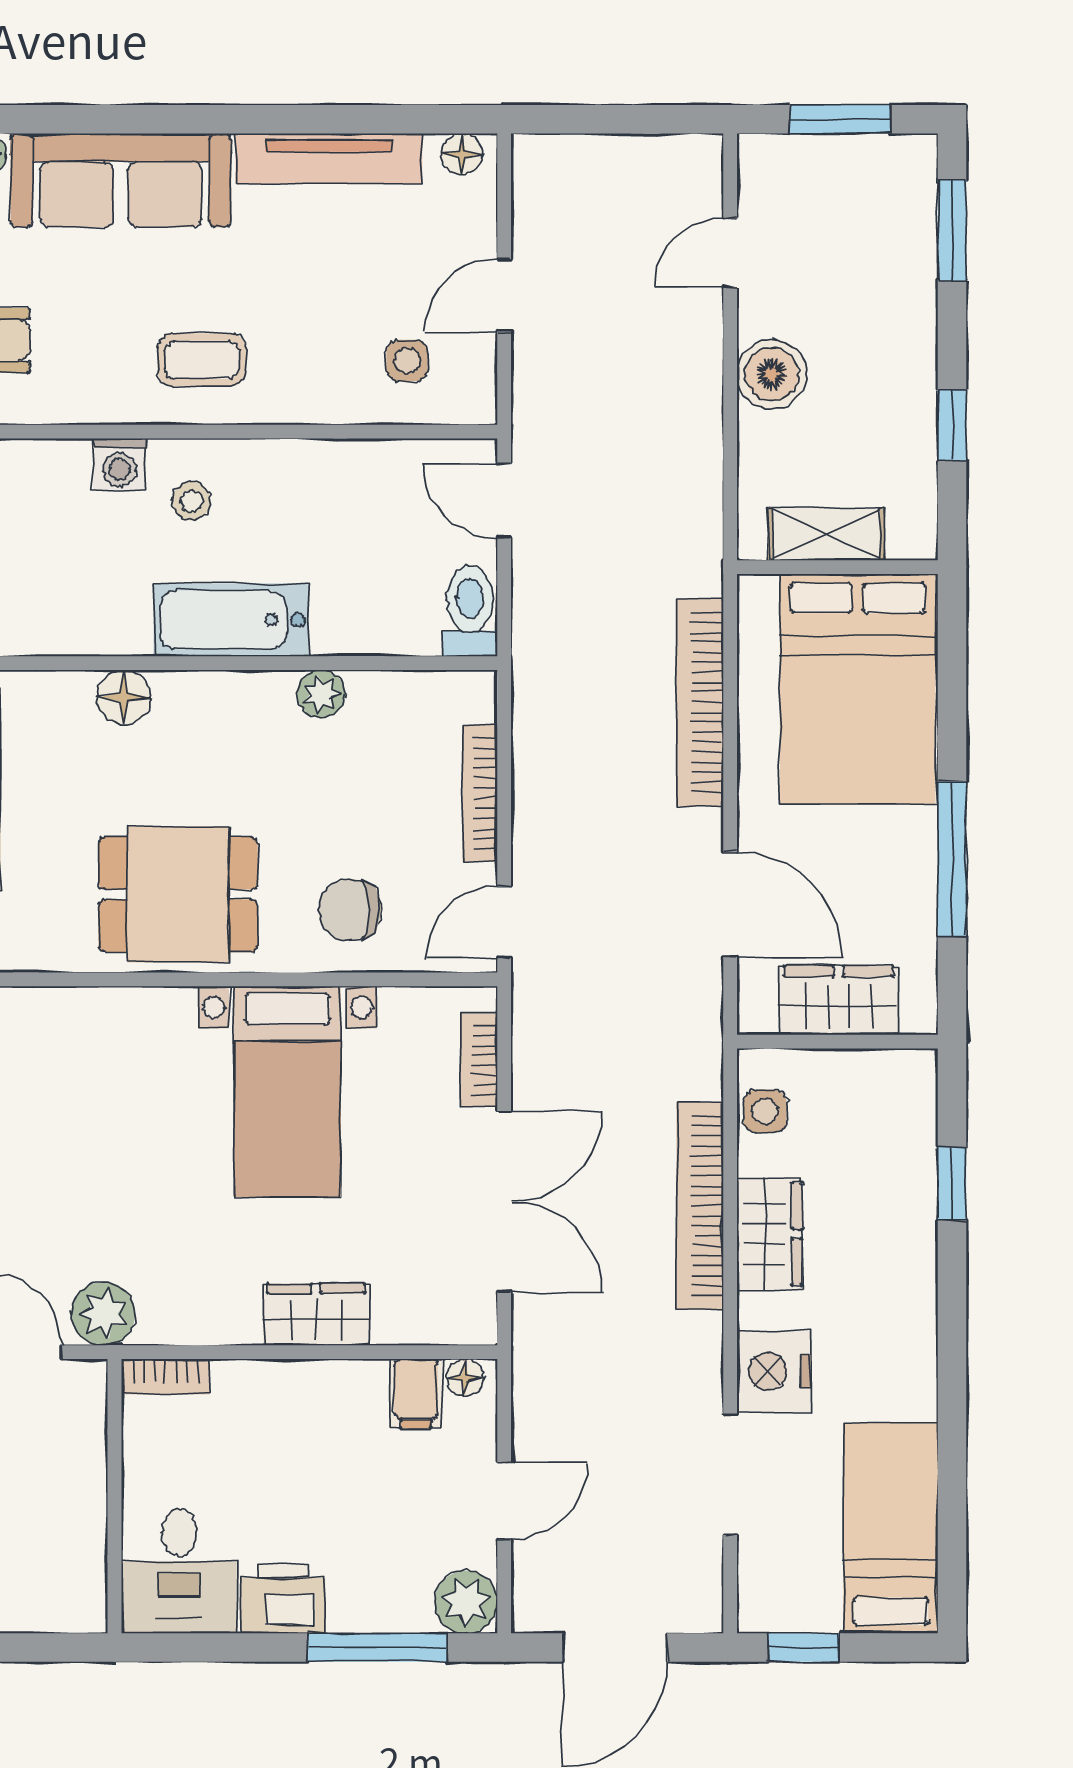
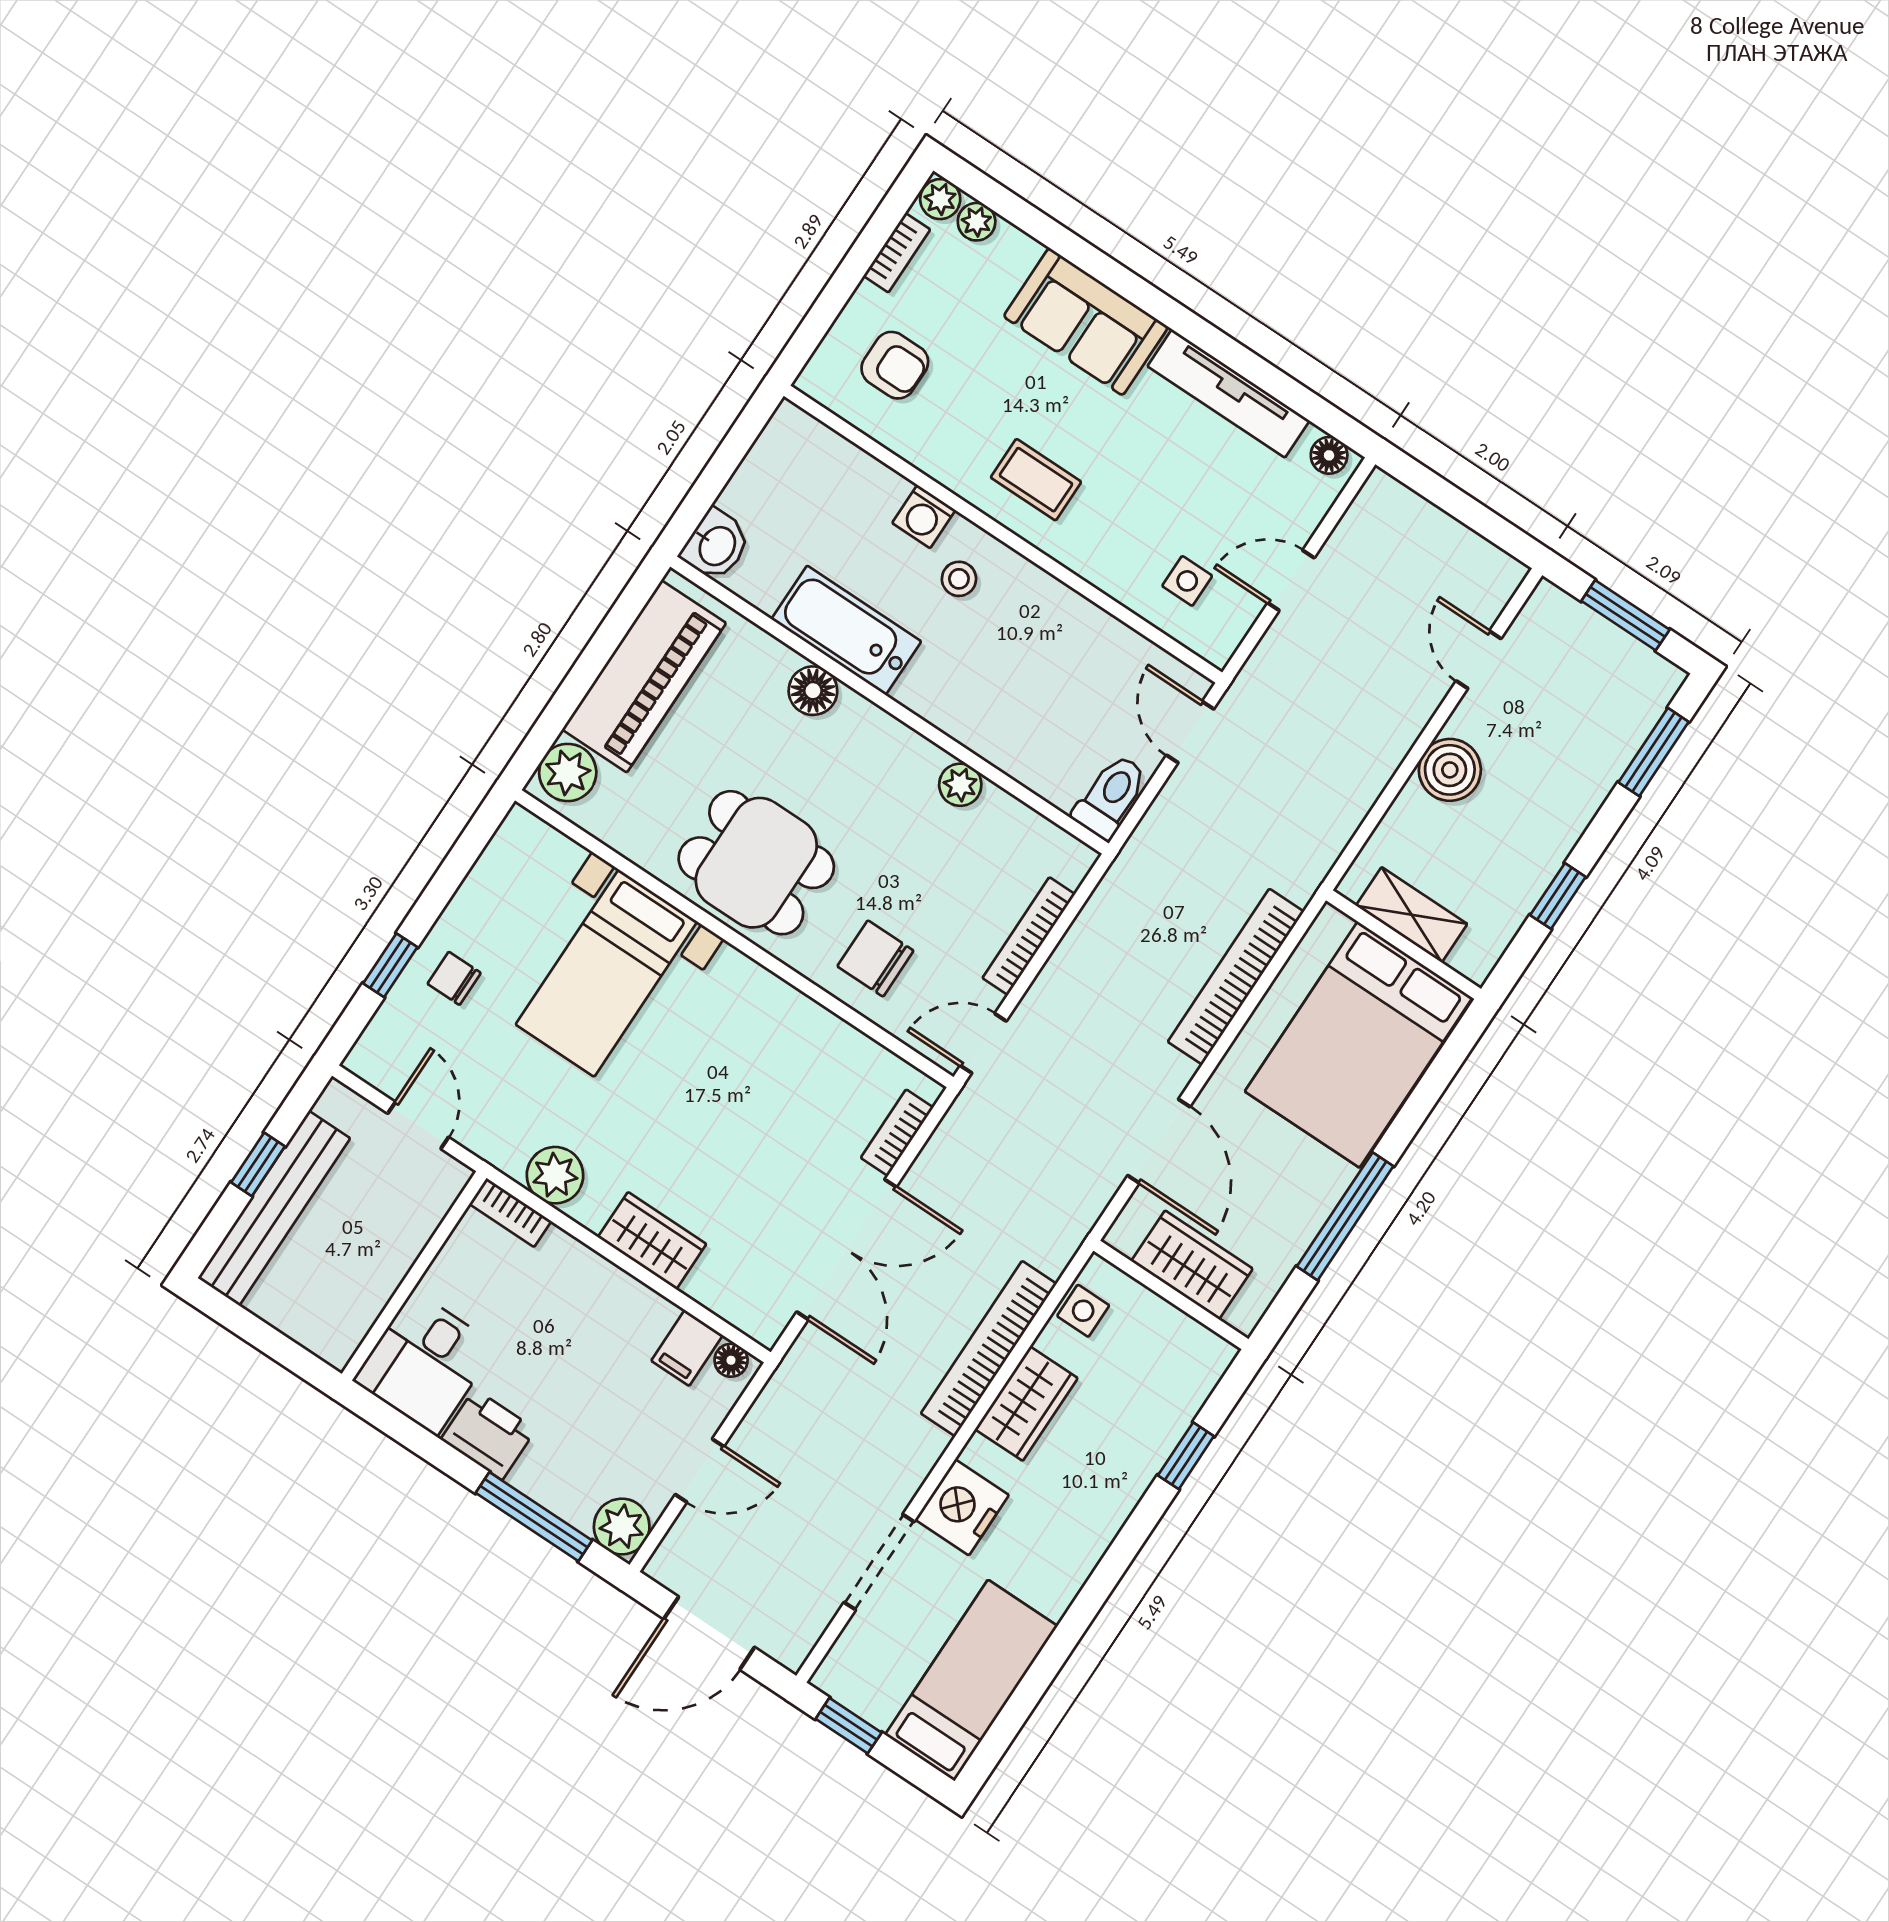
sofa: (121, 180) -> (1086, 322), width x0.73
door: (730, 253) -> (1479, 660), hinge flipped
bathtub: (231, 620) -> (846, 630), moved
bed with nightstands: (288, 1092) -> (606, 973), moved
plant: (103, 1314) -> (555, 1175), moved

